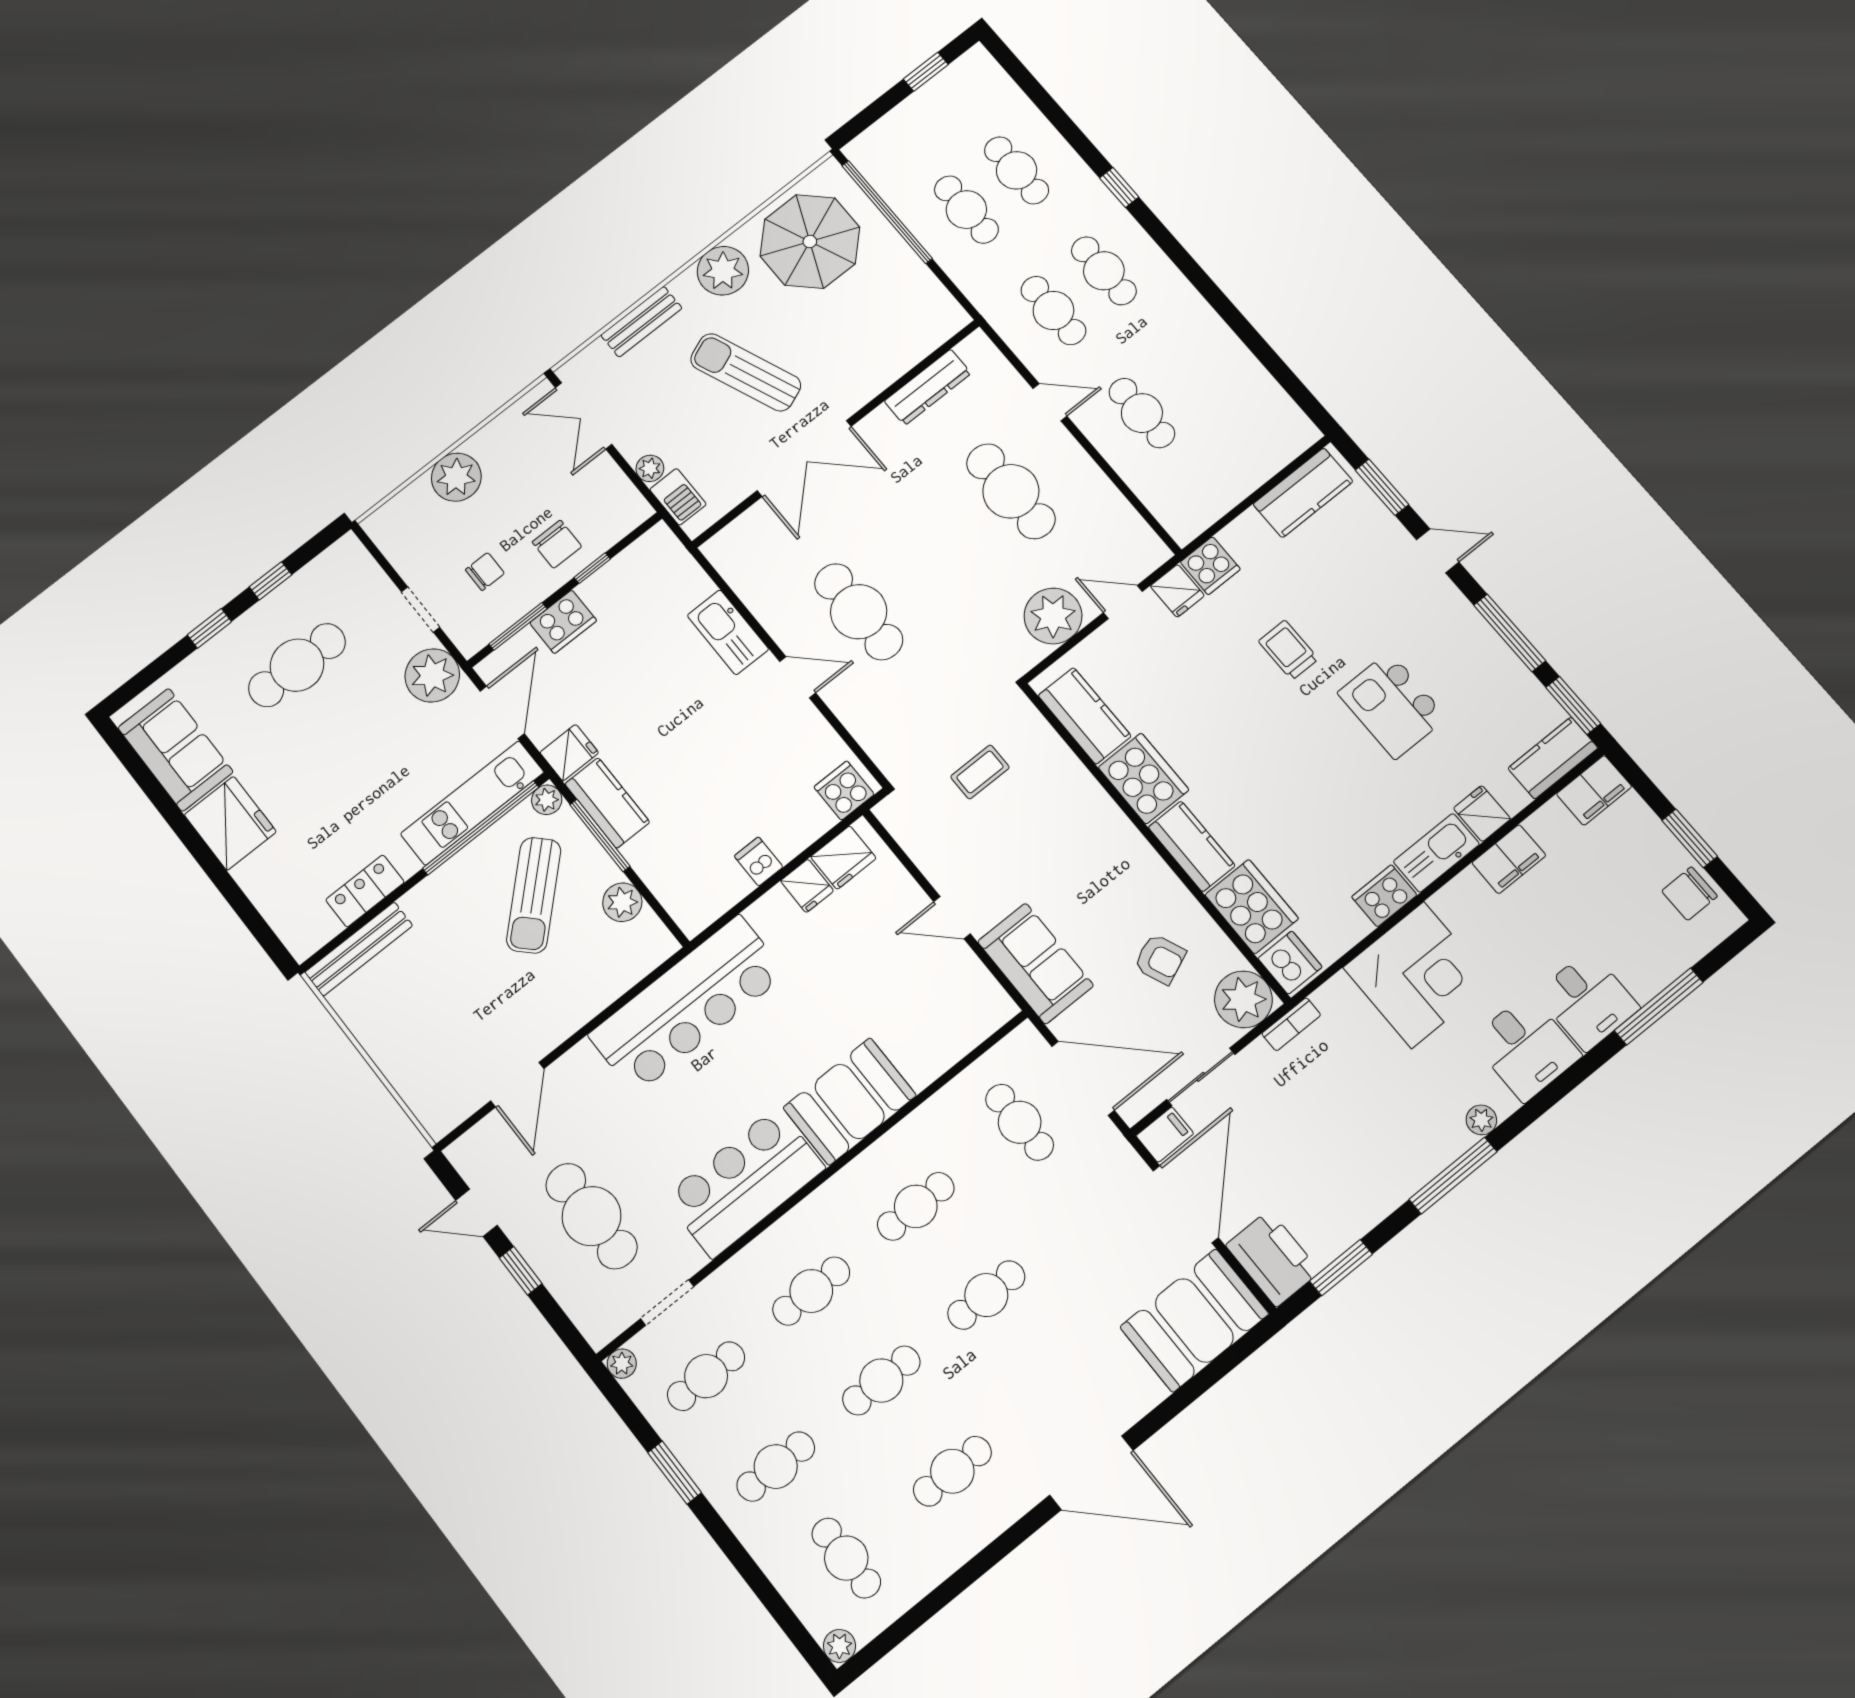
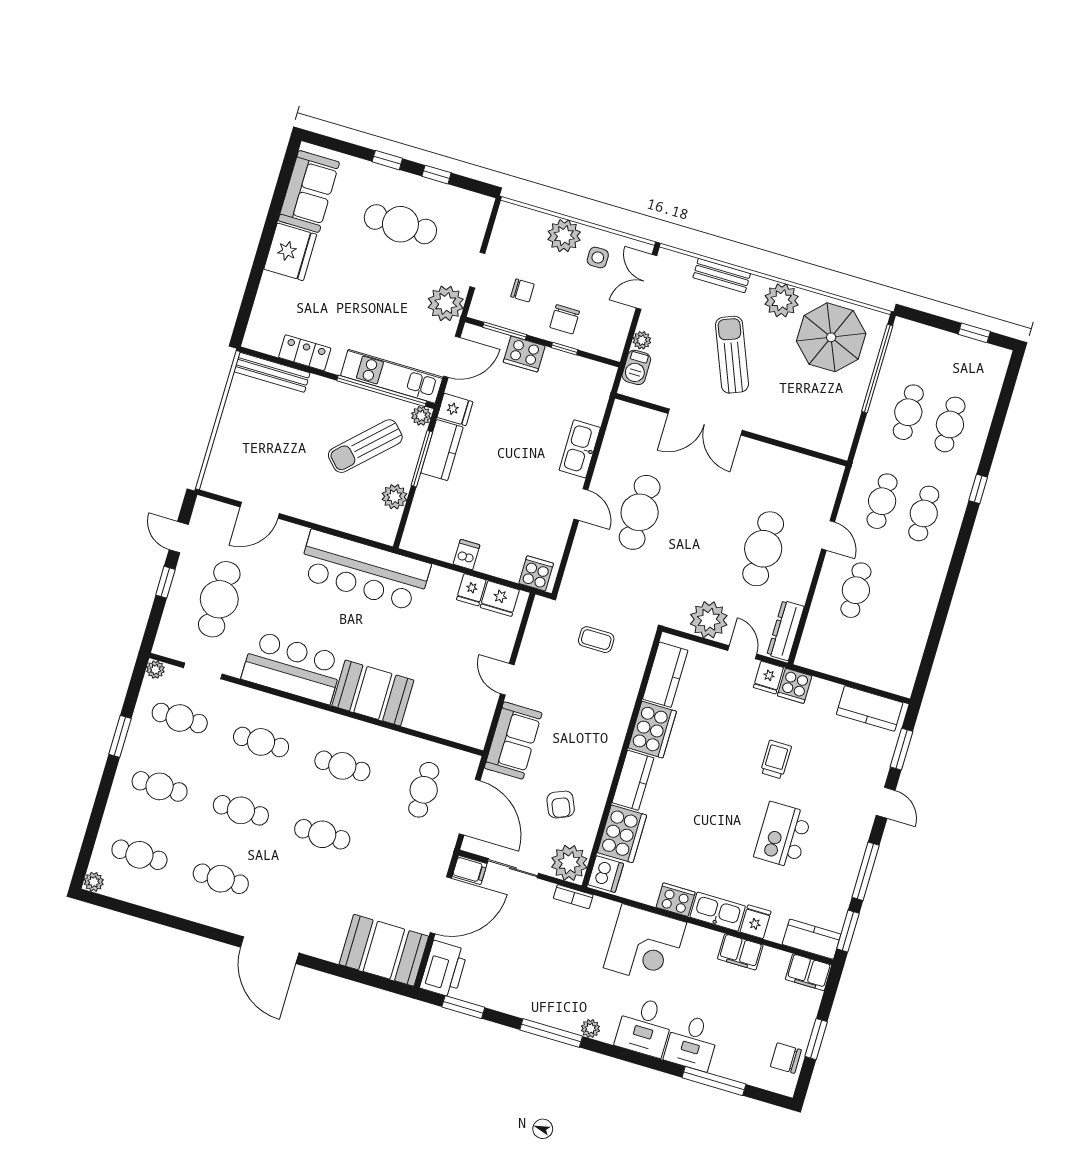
dresser: (928, 387) -> (786, 631), moved, turned 90
side table: (512, 454) -> (598, 258), added
cafe table: (846, 1558) -> (139, 855), turned 90

